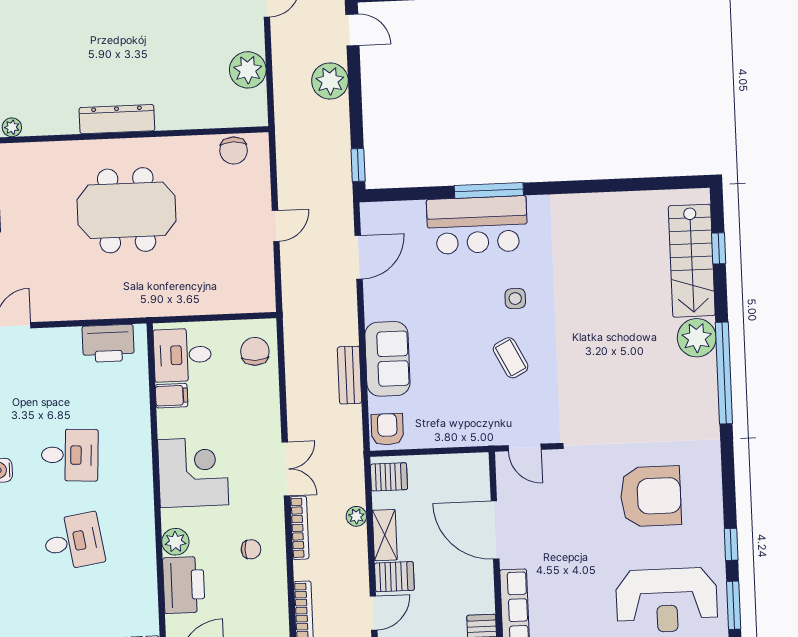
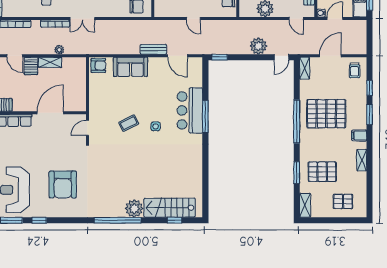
bench: (350, 375) -> (153, 49), moved
server rack: (389, 477) -> (77, 65), removed

